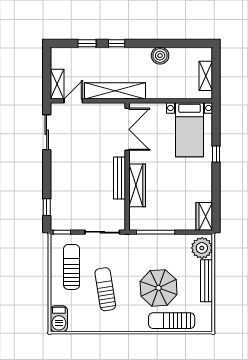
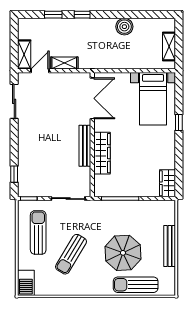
shelving: (115, 91) -> (64, 63), width x0.45, depth x0.75
plant: (202, 248) -> (165, 214), removed
sun lounger: (105, 289) -> (71, 254), turned -140

